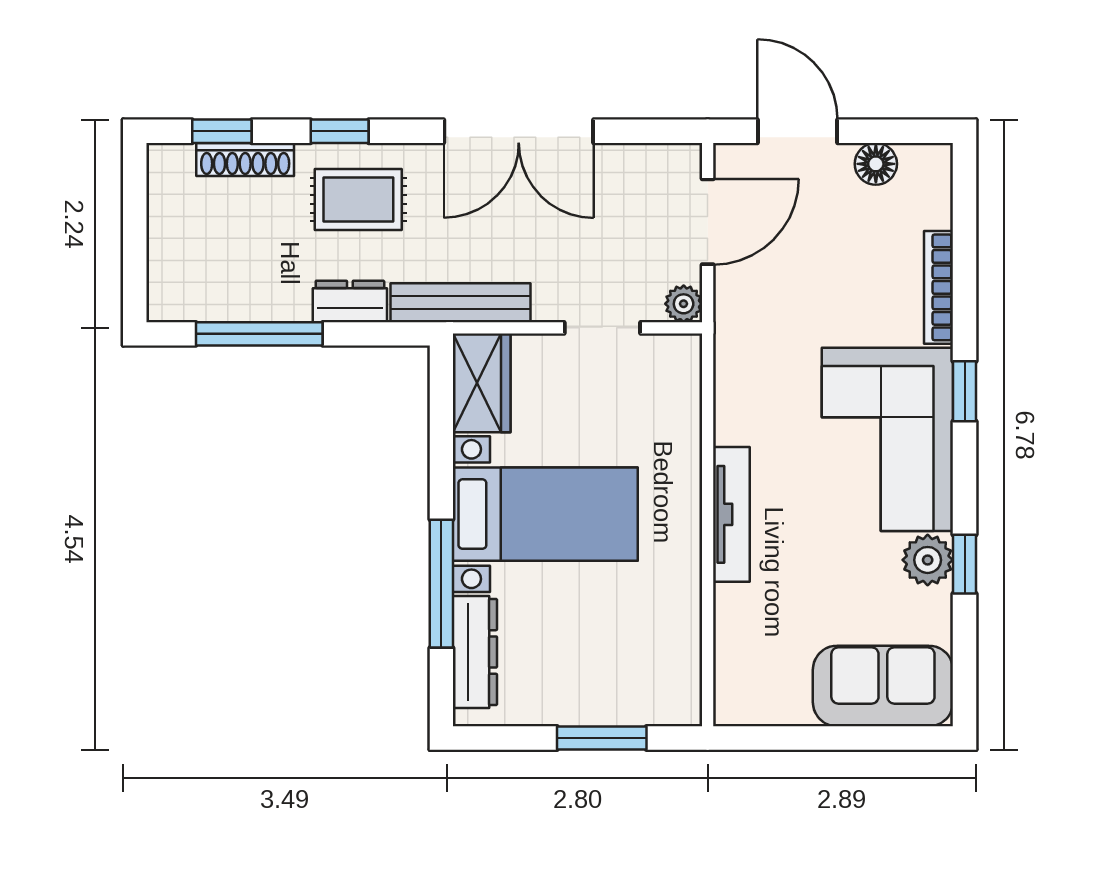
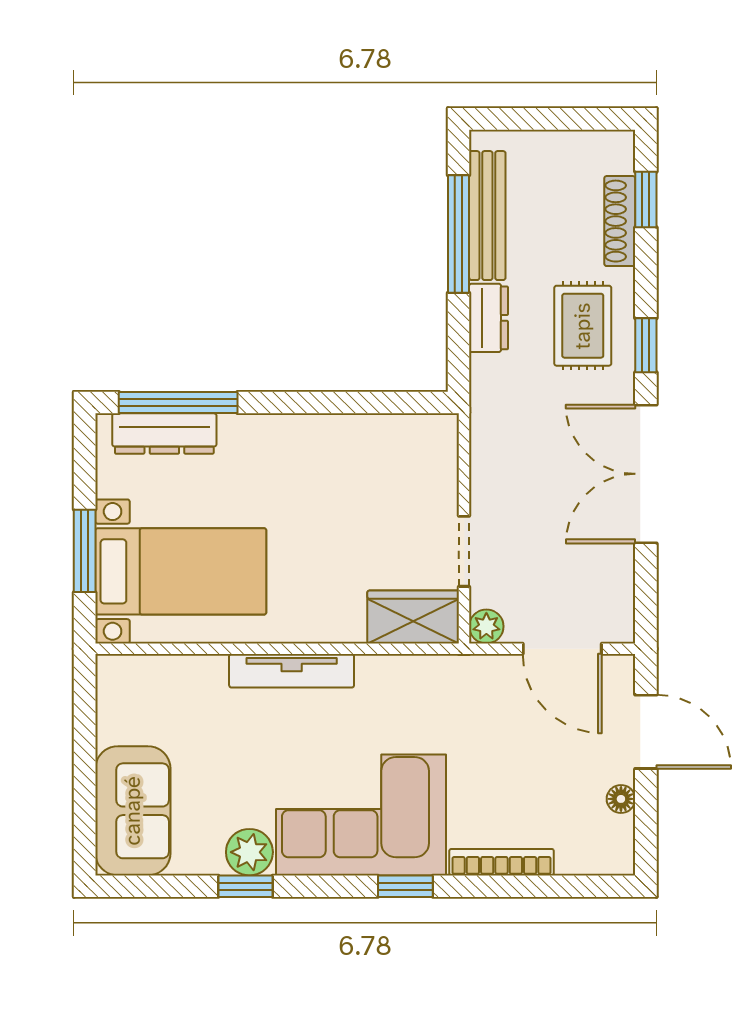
window: (340, 131) -> (646, 345), moved
door: (798, 131) -> (646, 732), hinge flipped
floor lamp: (876, 164) -> (621, 799), width x0.73, depth x0.73
bench: (461, 303) -> (487, 216), moved
wardrobe: (482, 383) -> (413, 617), moved, turned 180
bed with nightstands: (545, 514) -> (181, 571), moved, turned -90
window: (441, 584) -> (178, 402), moved

